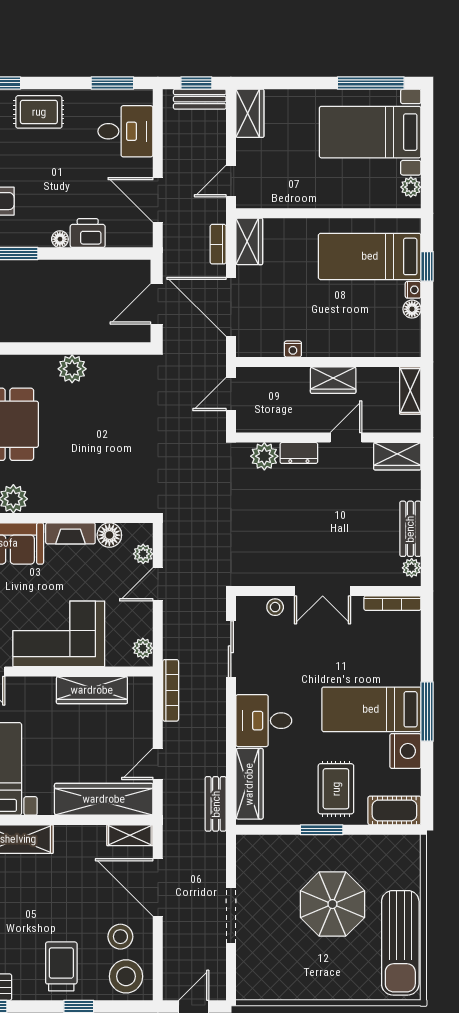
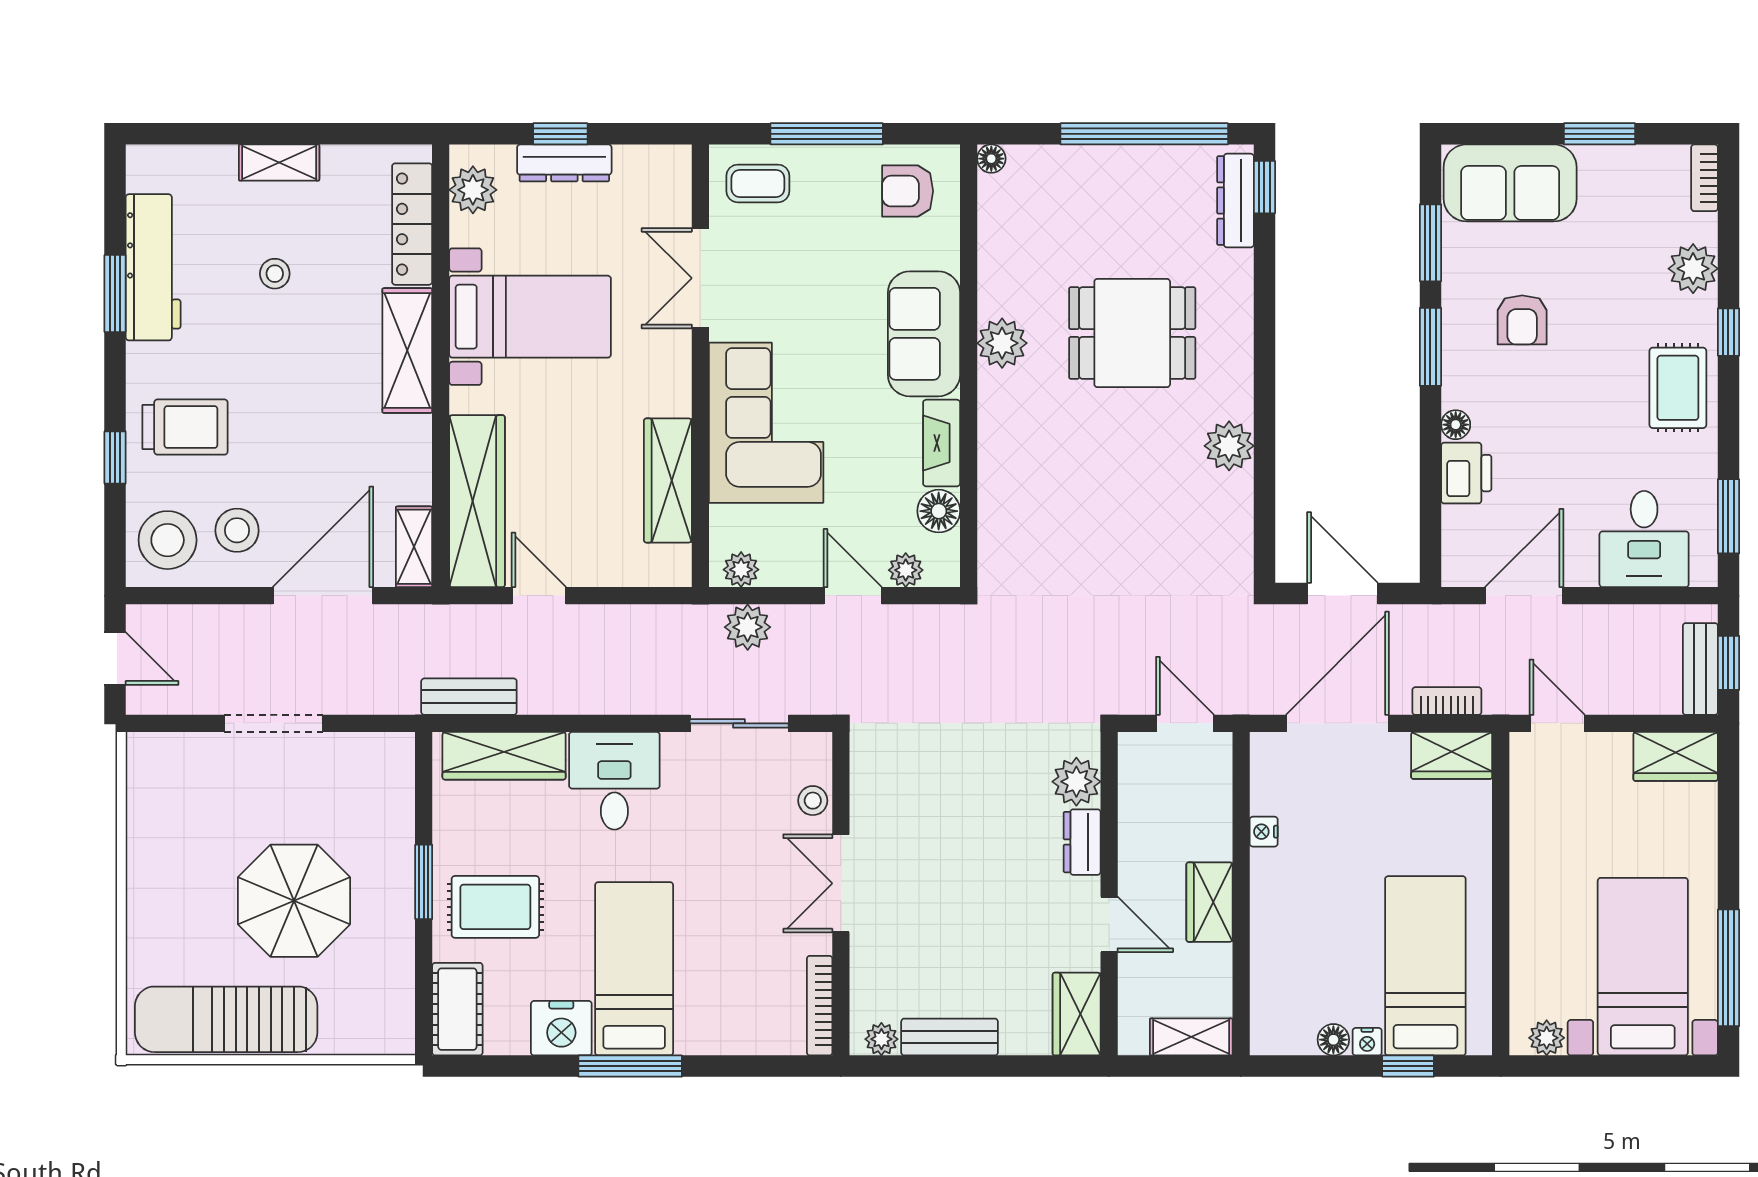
plant: (176, 644) -> (748, 627), added
bookcase: (171, 690) -> (667, 618), removed

